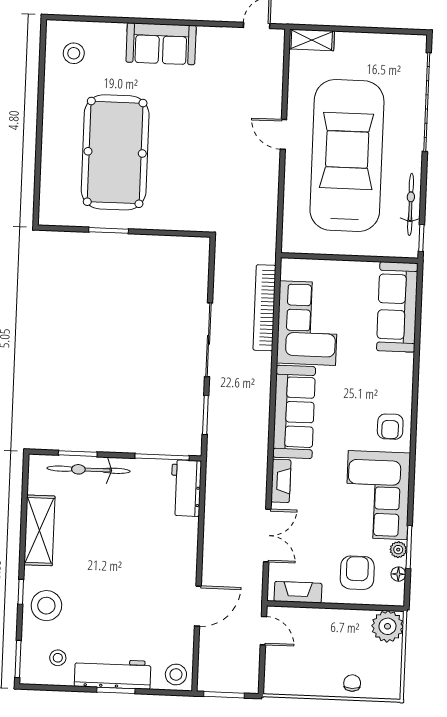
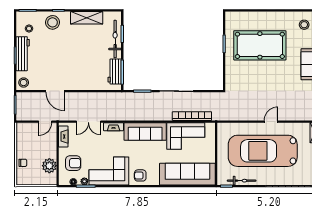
car: (347, 155) -> (263, 151), turned 180
sofa: (397, 307) -> (187, 174), width x1.36, depth x1.27
workbench: (186, 488) -> (115, 71), moved, turned -90
plant: (388, 626) -> (49, 166), moved

